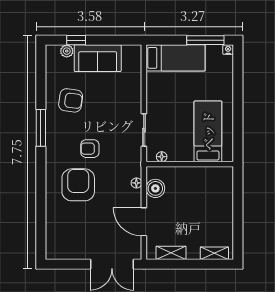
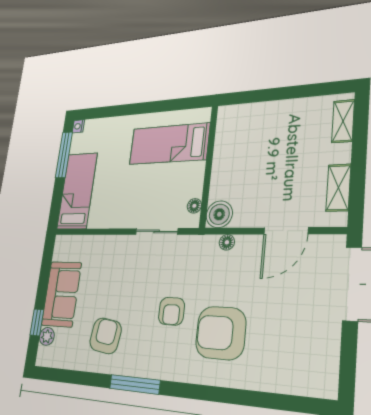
boiler: (155, 188) -> (219, 214), moved

